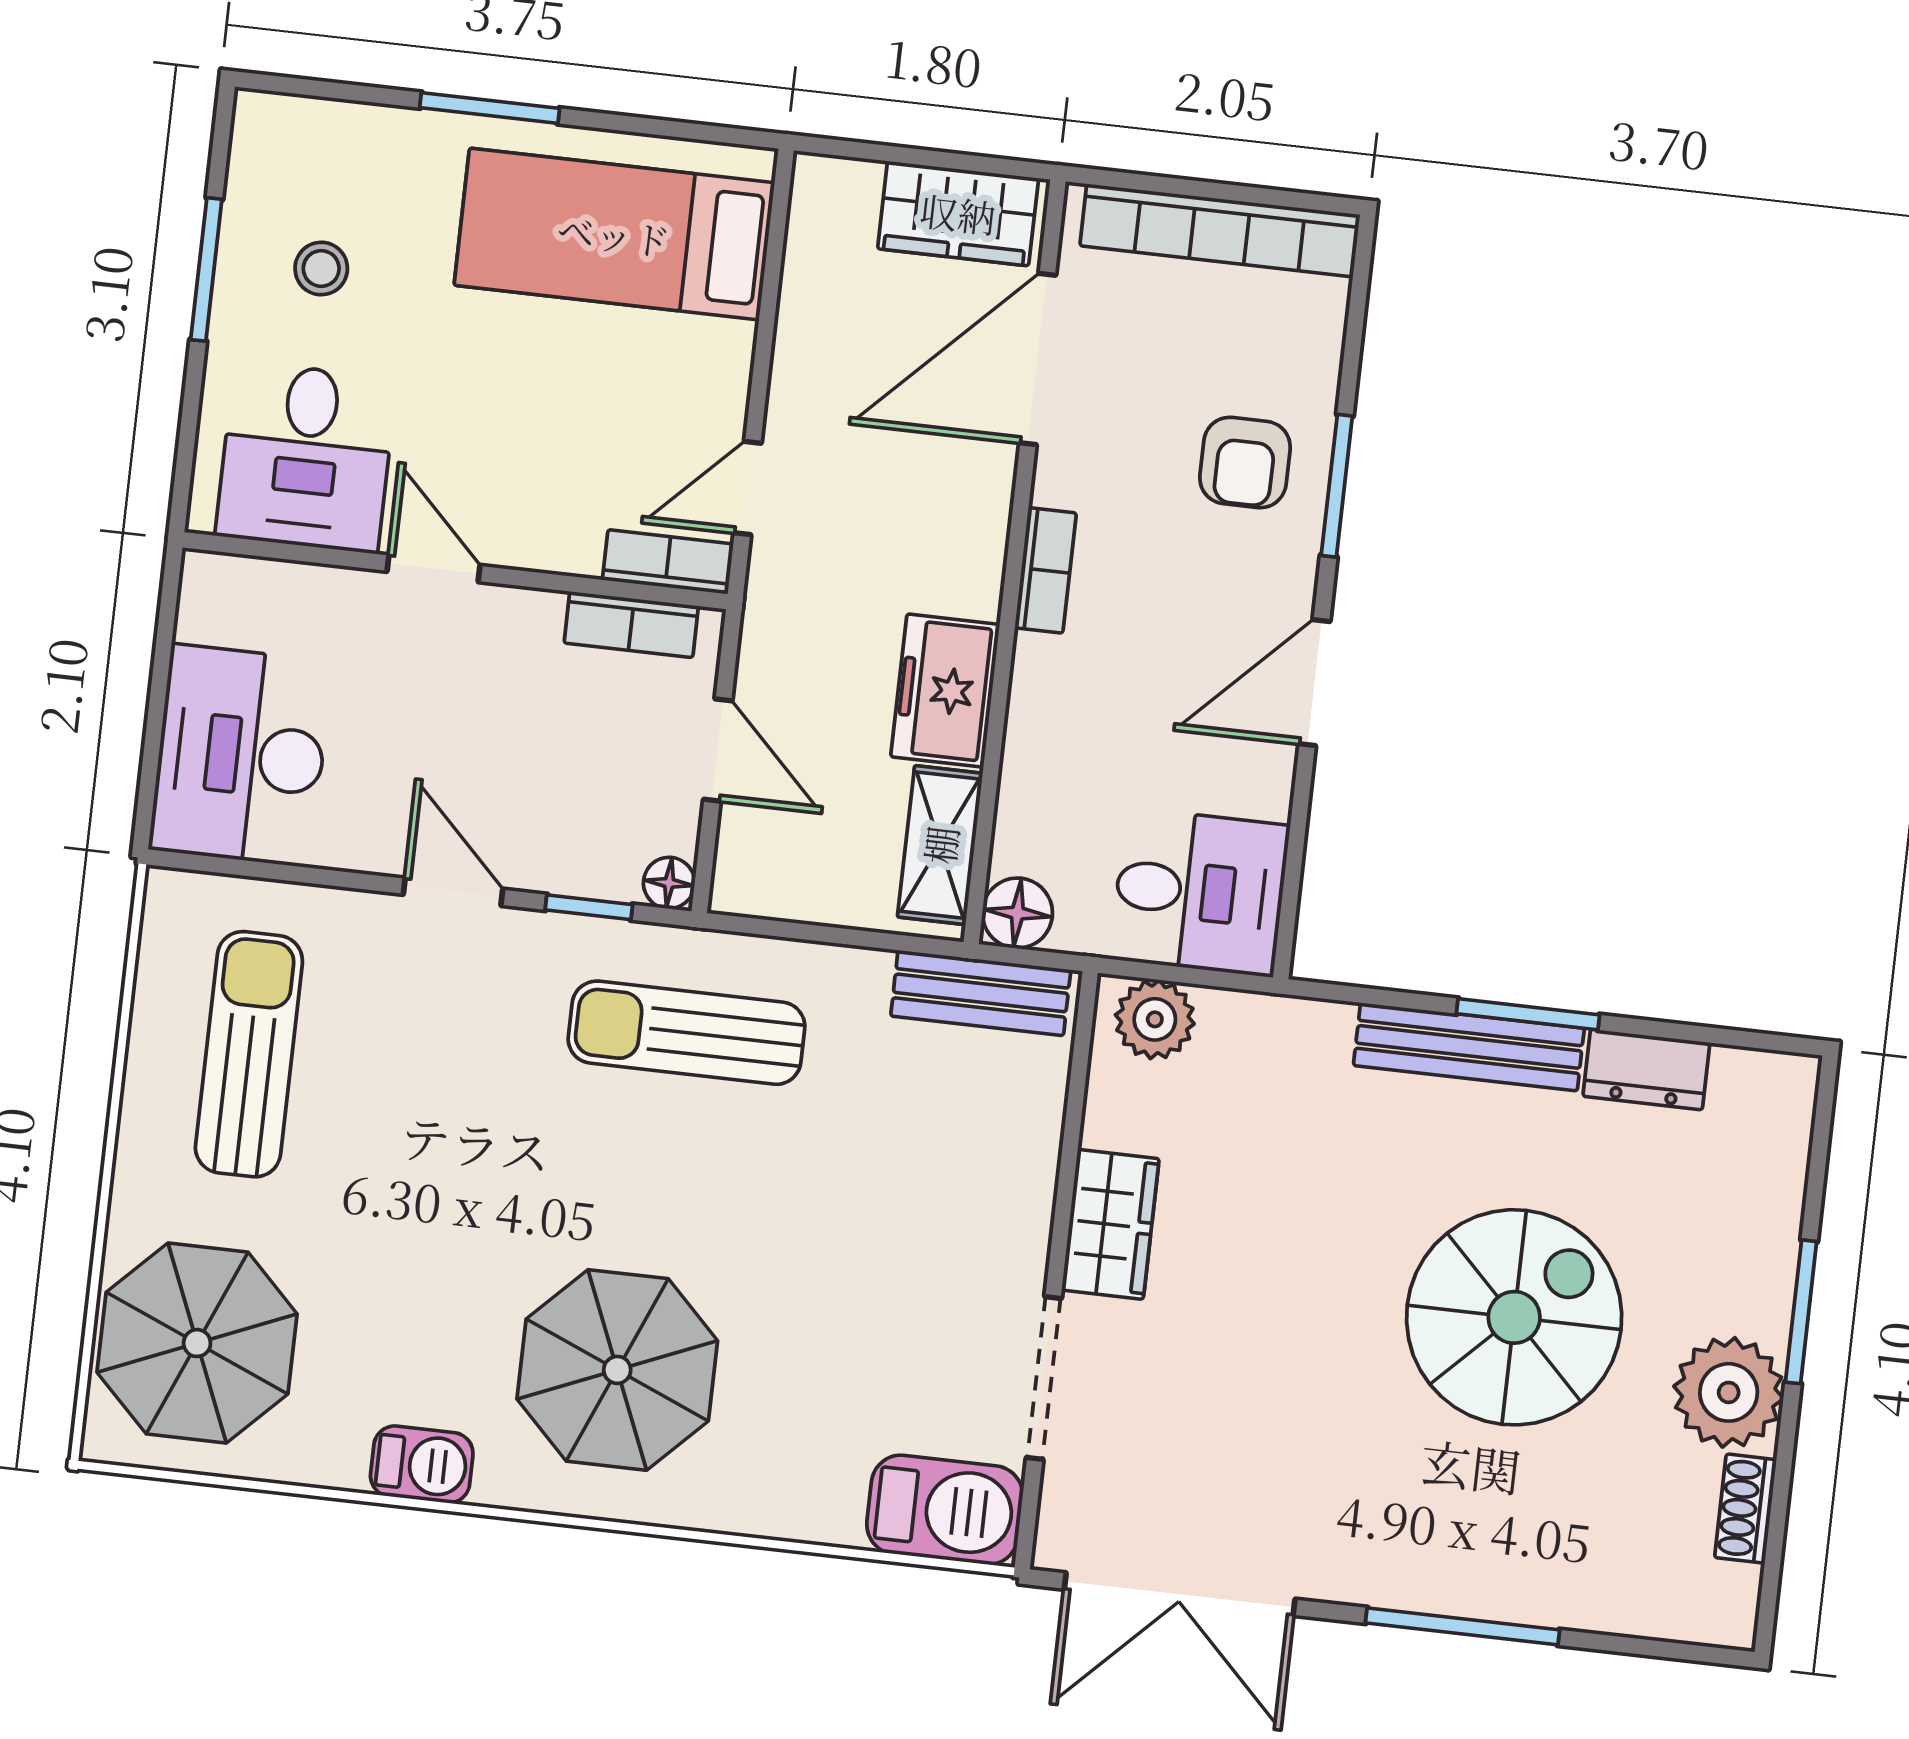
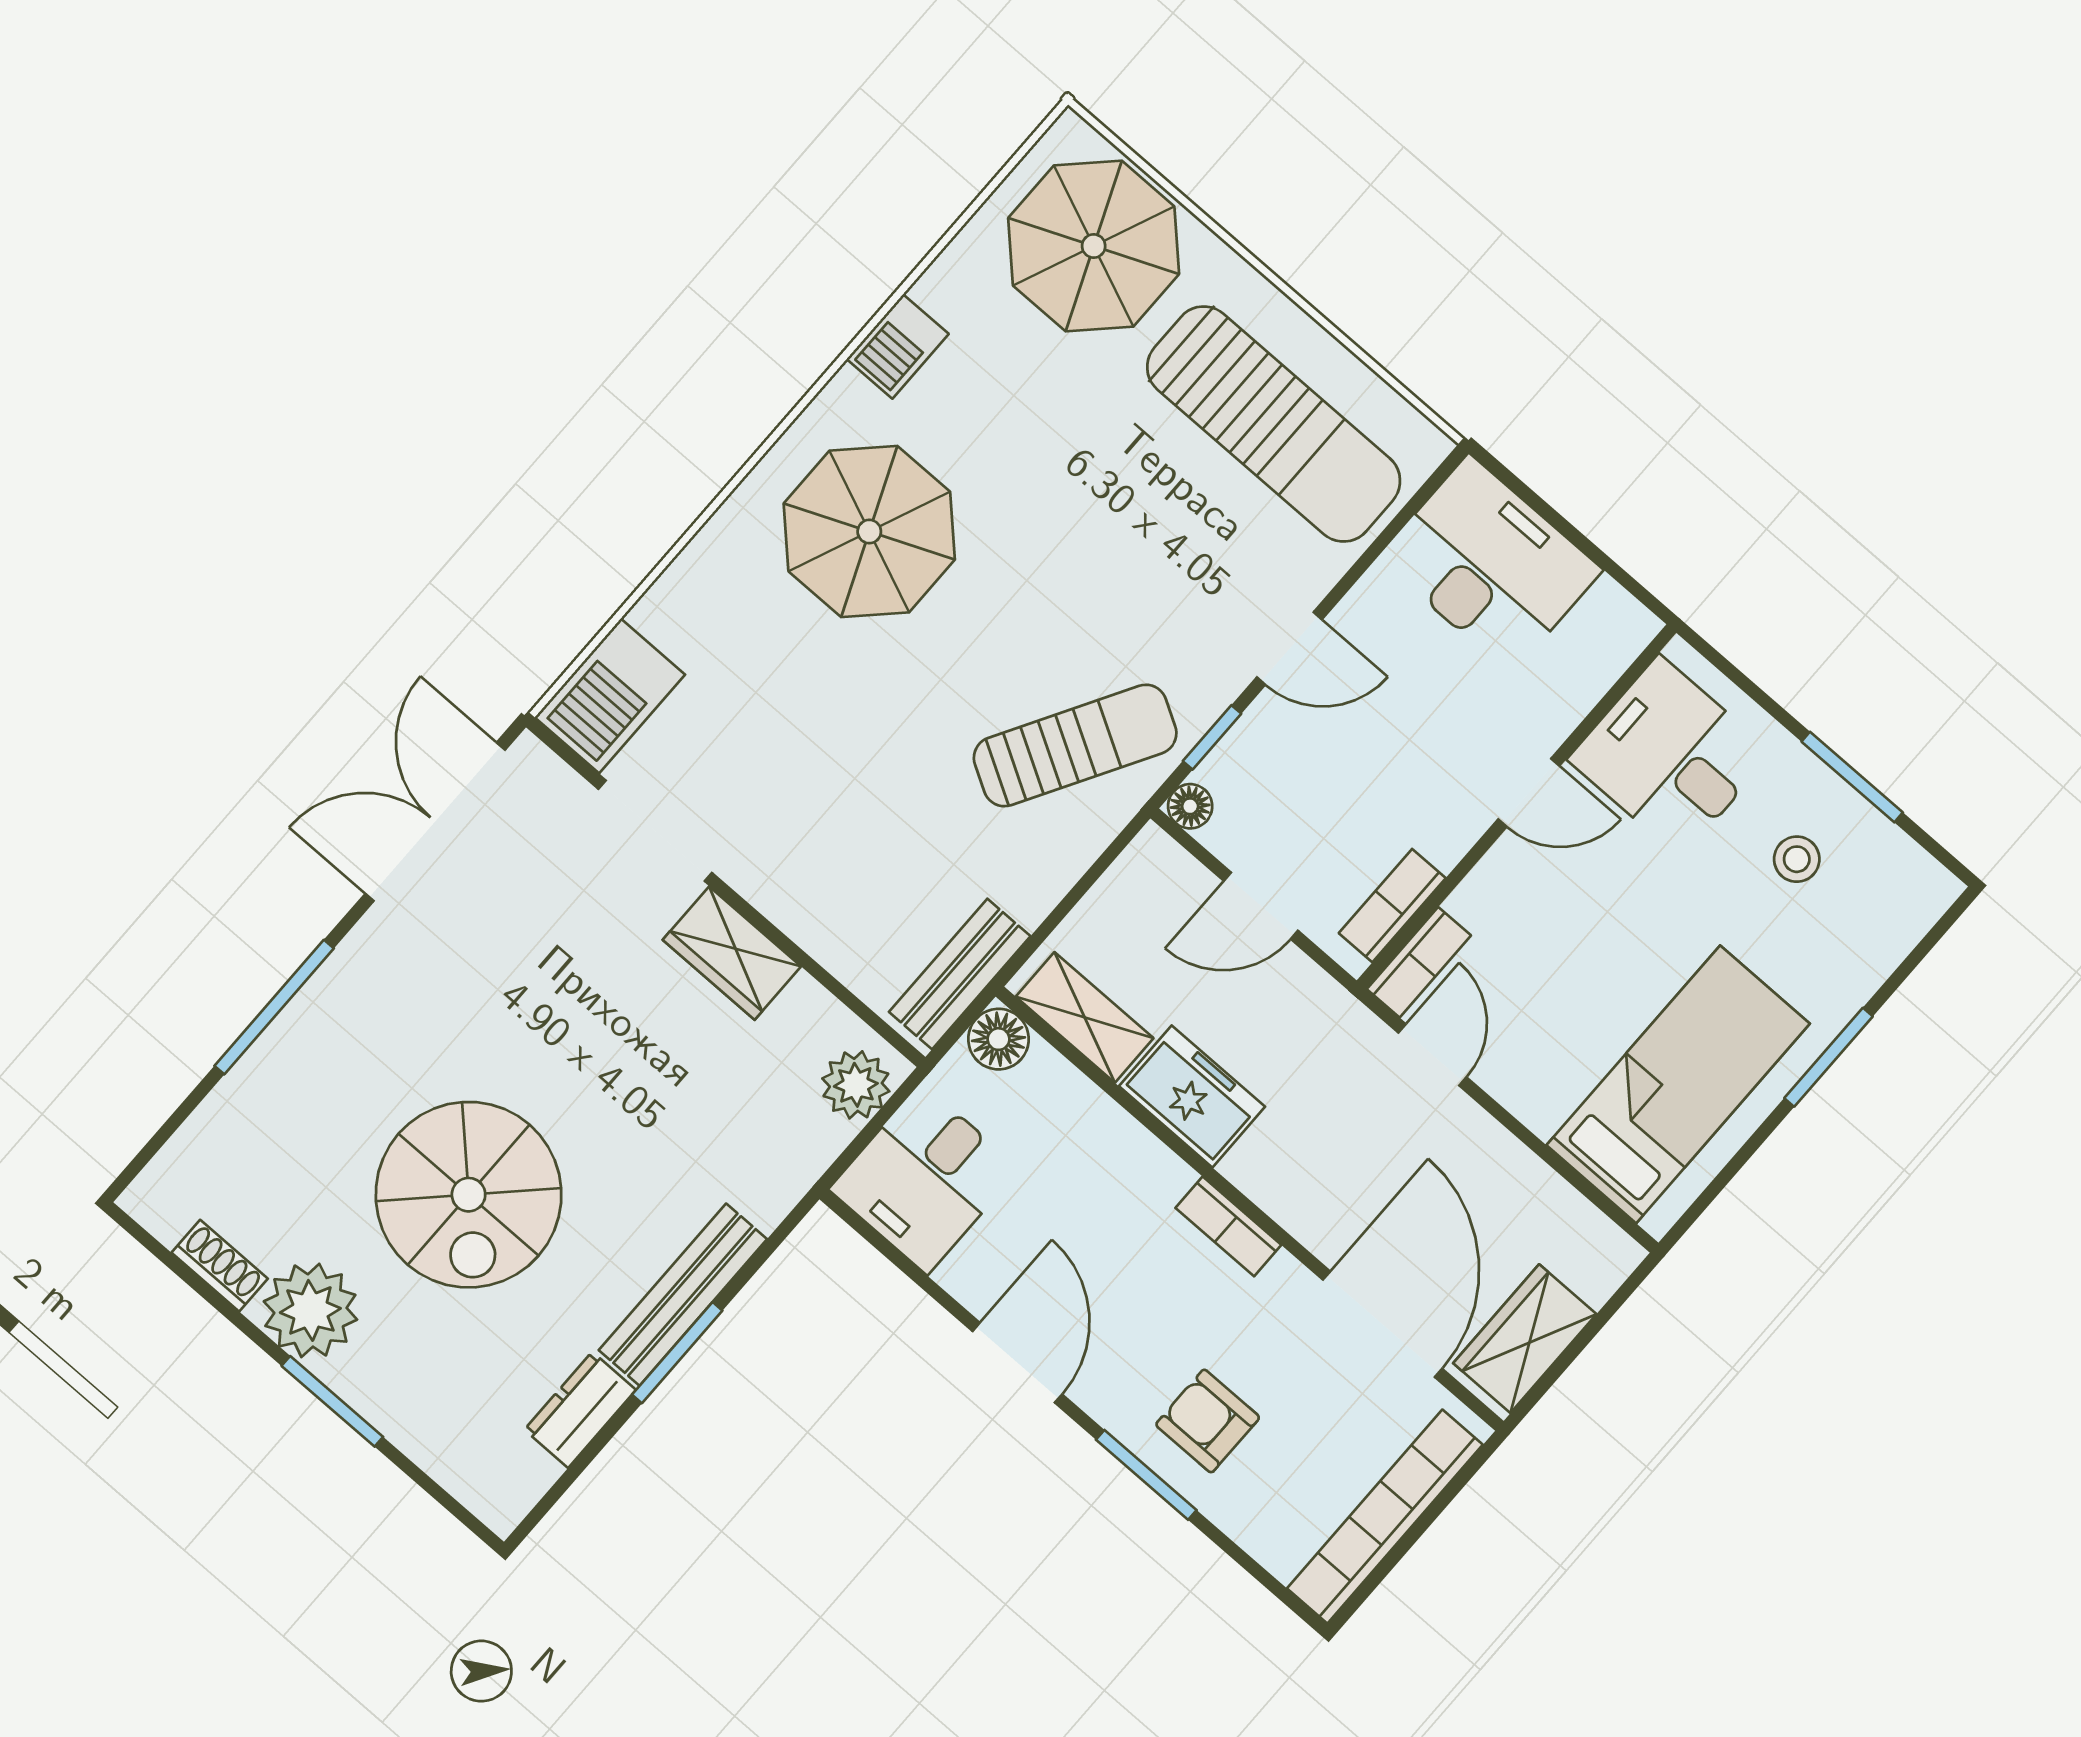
sun lounger: (687, 1033) -> (1075, 746), turned 30
sun lounger: (249, 1054) -> (1274, 424), width x1.36, depth x1.34

